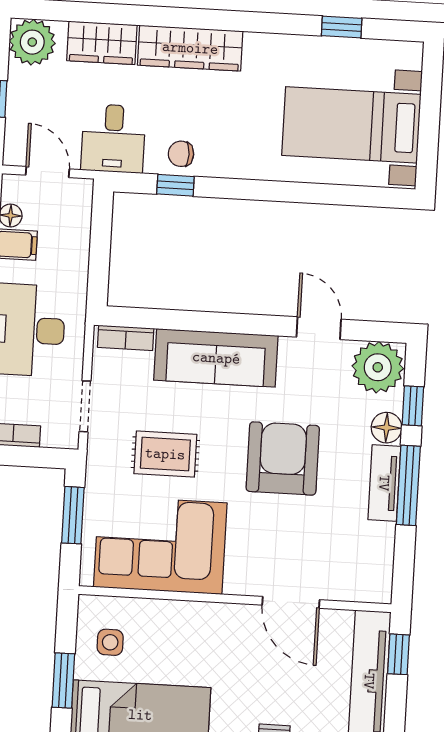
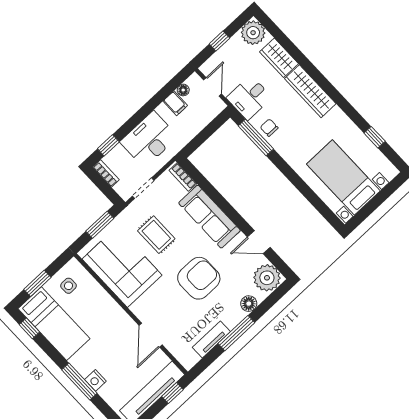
window: (175, 185) -> (256, 137), width x2.17
door: (319, 328) -> (259, 242), swing flipped
window: (413, 406) -> (266, 305), removed
tv unit: (384, 483) -> (211, 339), moved

